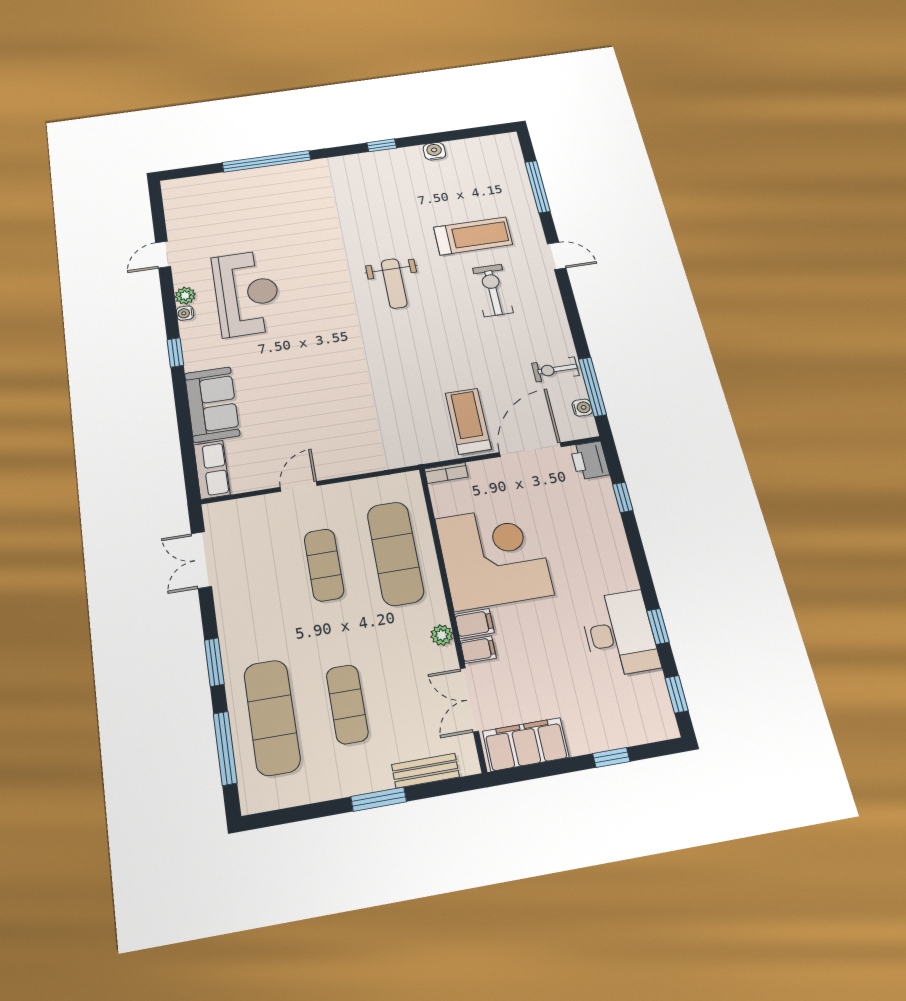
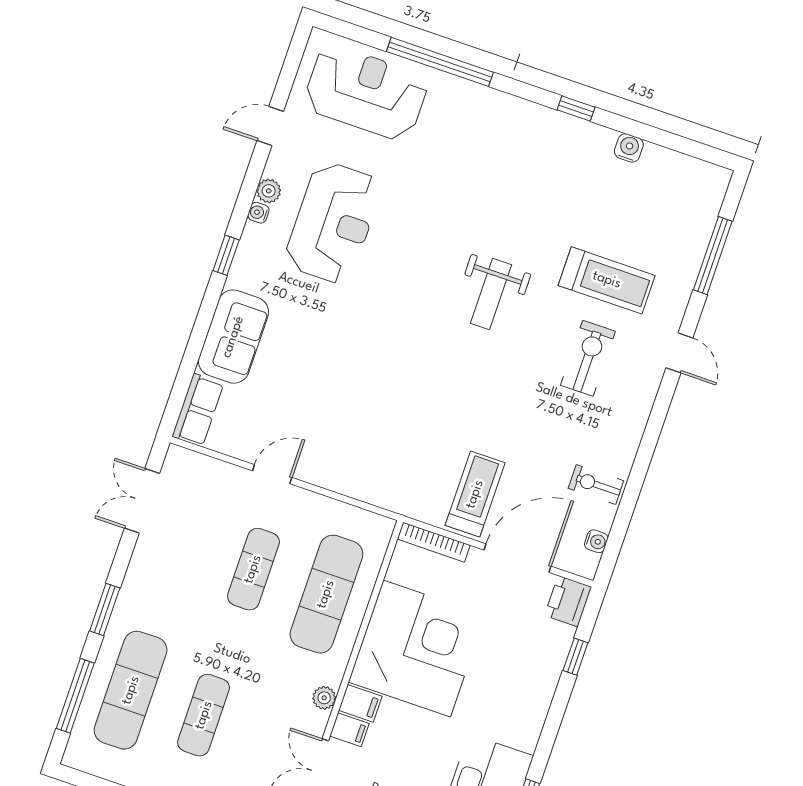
reception desk: (223, 203) -> (366, 92), added
window: (592, 387) -> (621, 524), removed
bookcase: (446, 473) -> (434, 542), width x1.56

